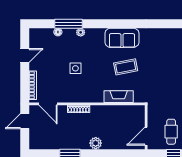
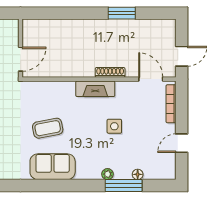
fireplace: (119, 97) -> (95, 89), moved
door: (146, 136) -> (21, 59), moved
plant: (96, 143) -> (88, 27), removed

